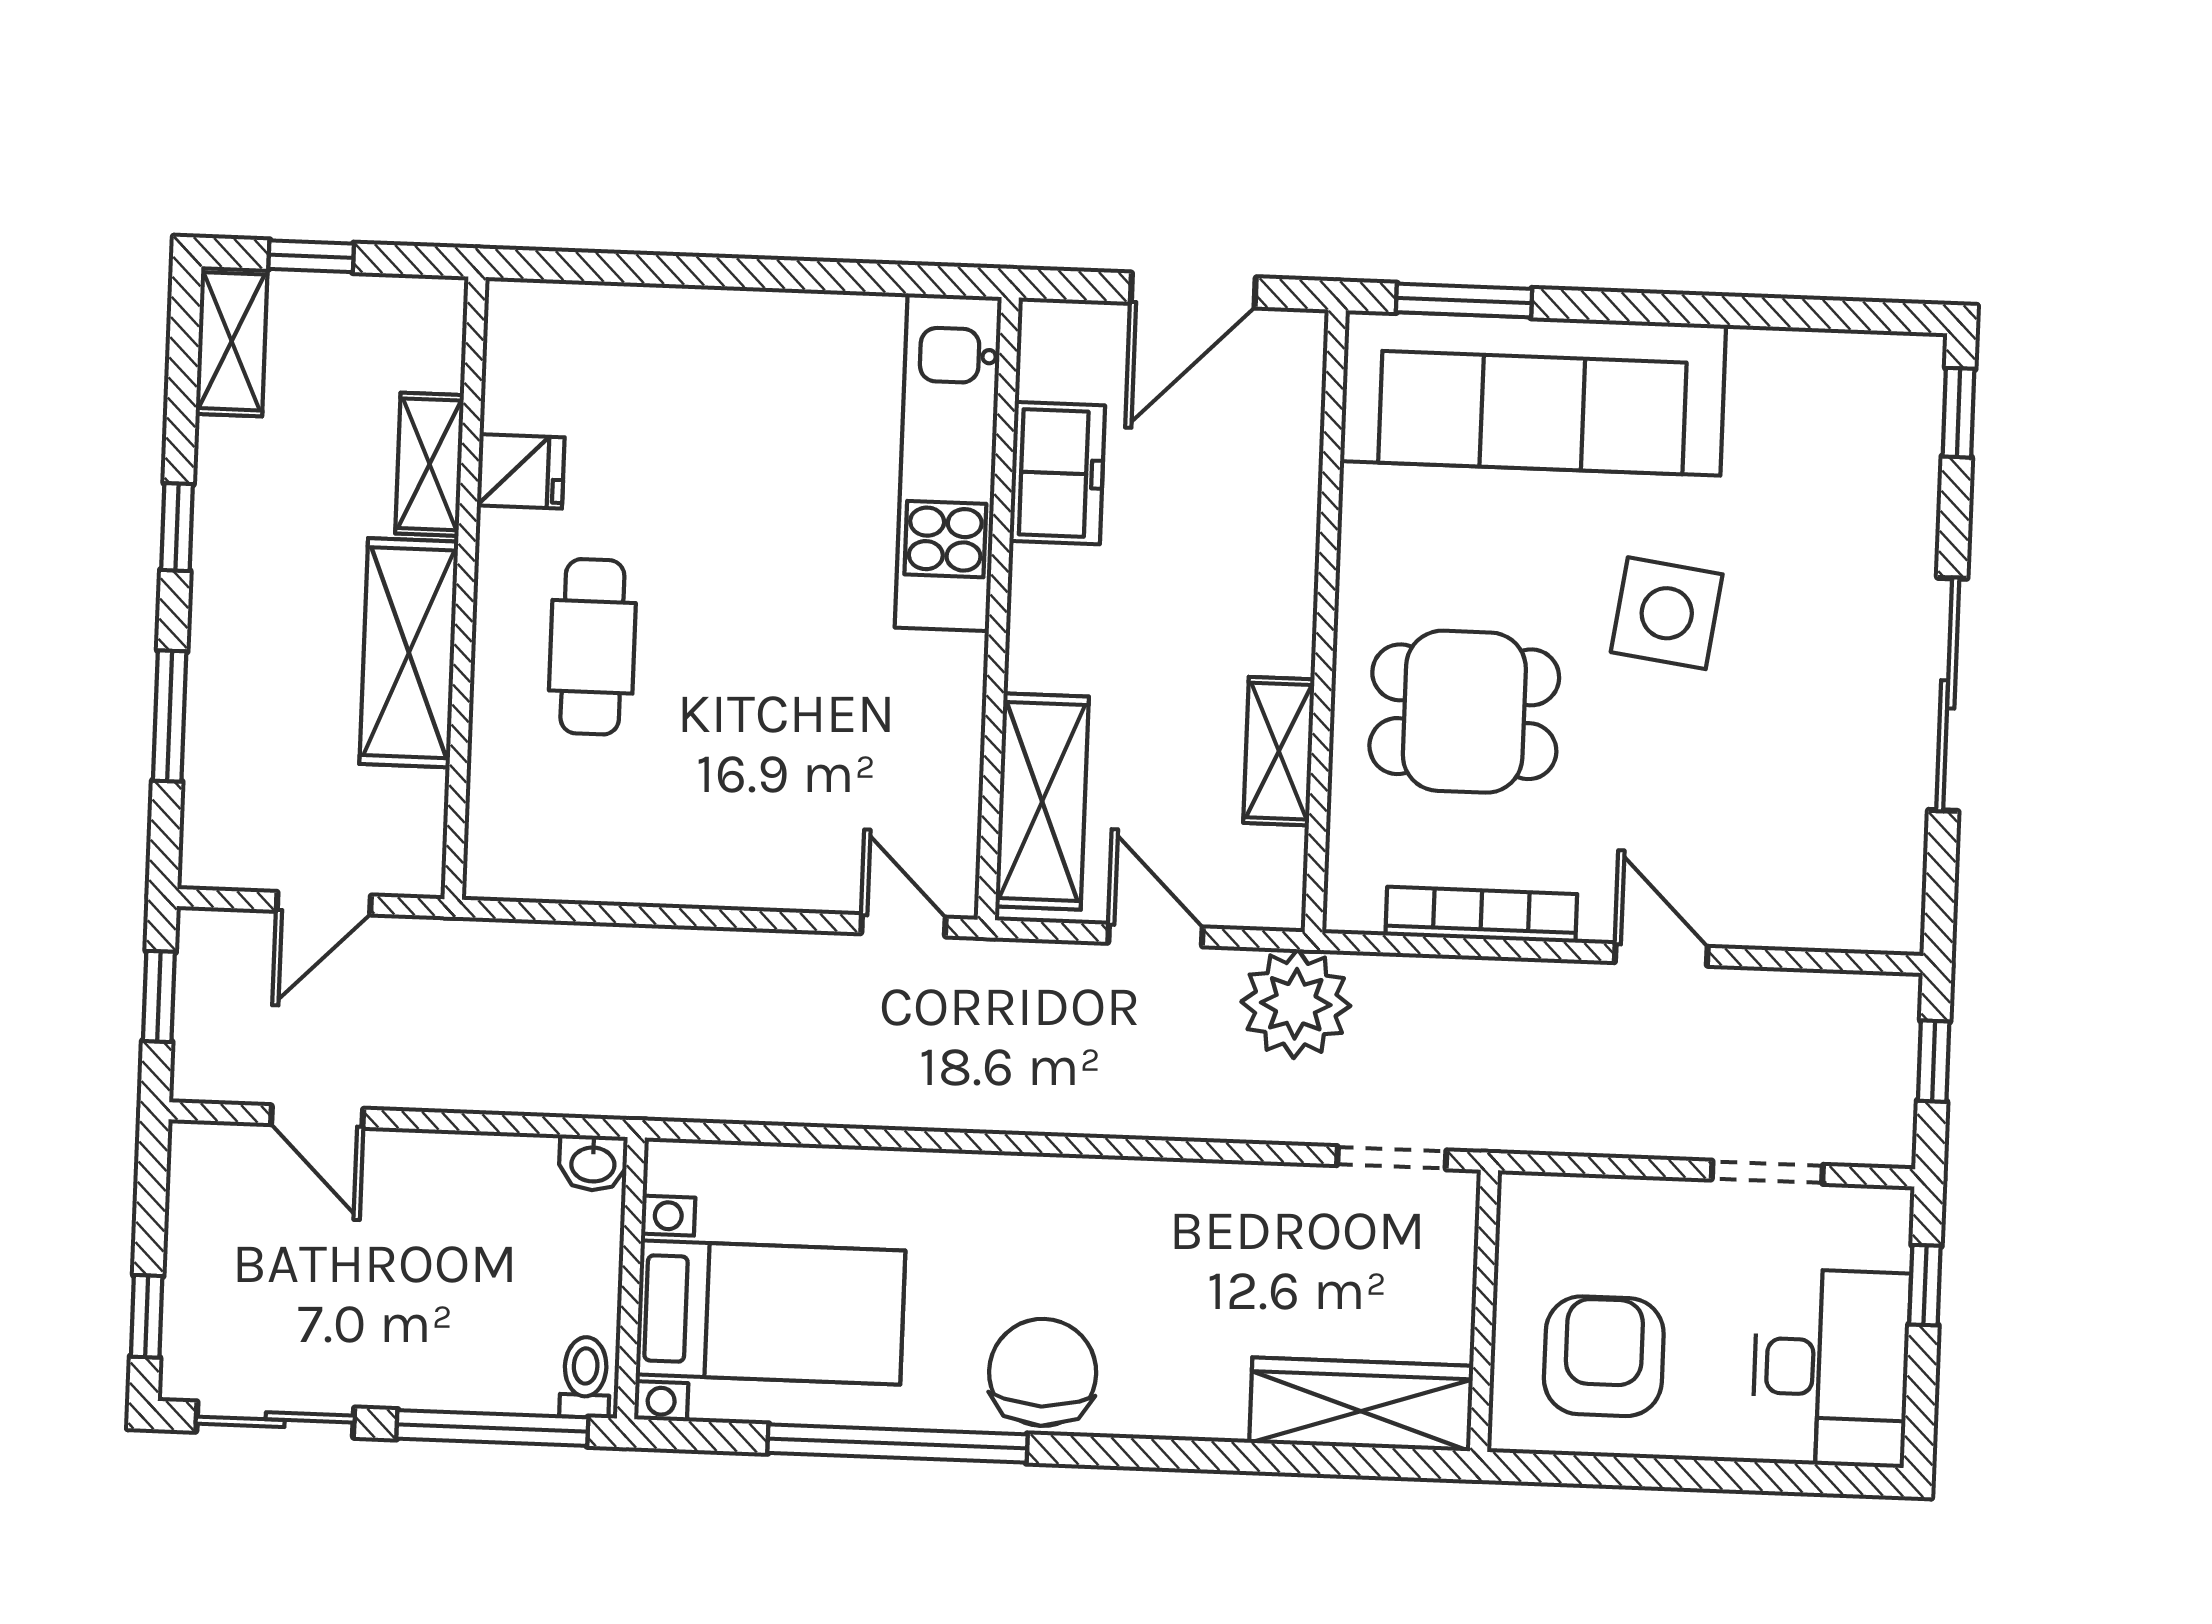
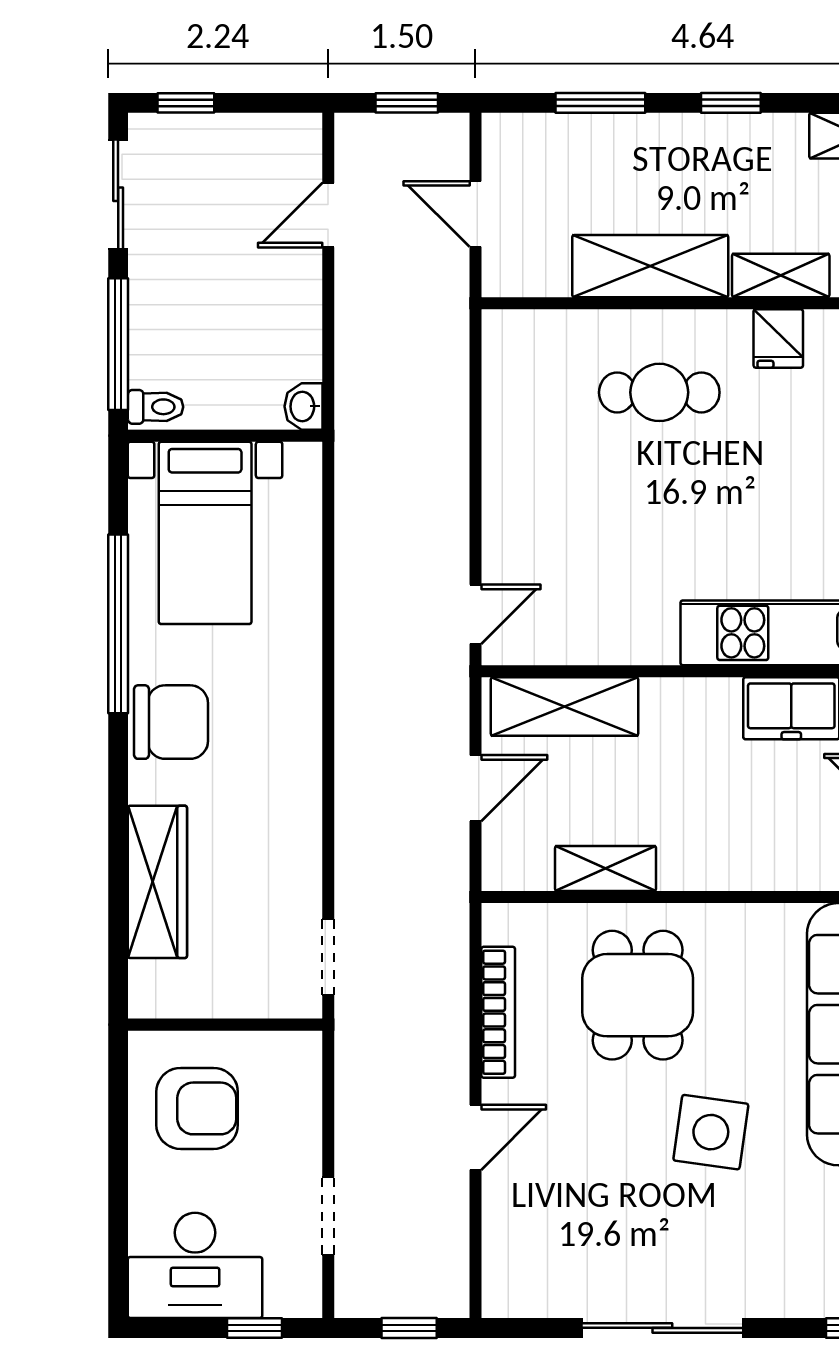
plant: (1296, 1004) -> (432, 887), removed
wardrobe: (1361, 1404) -> (157, 882), moved

